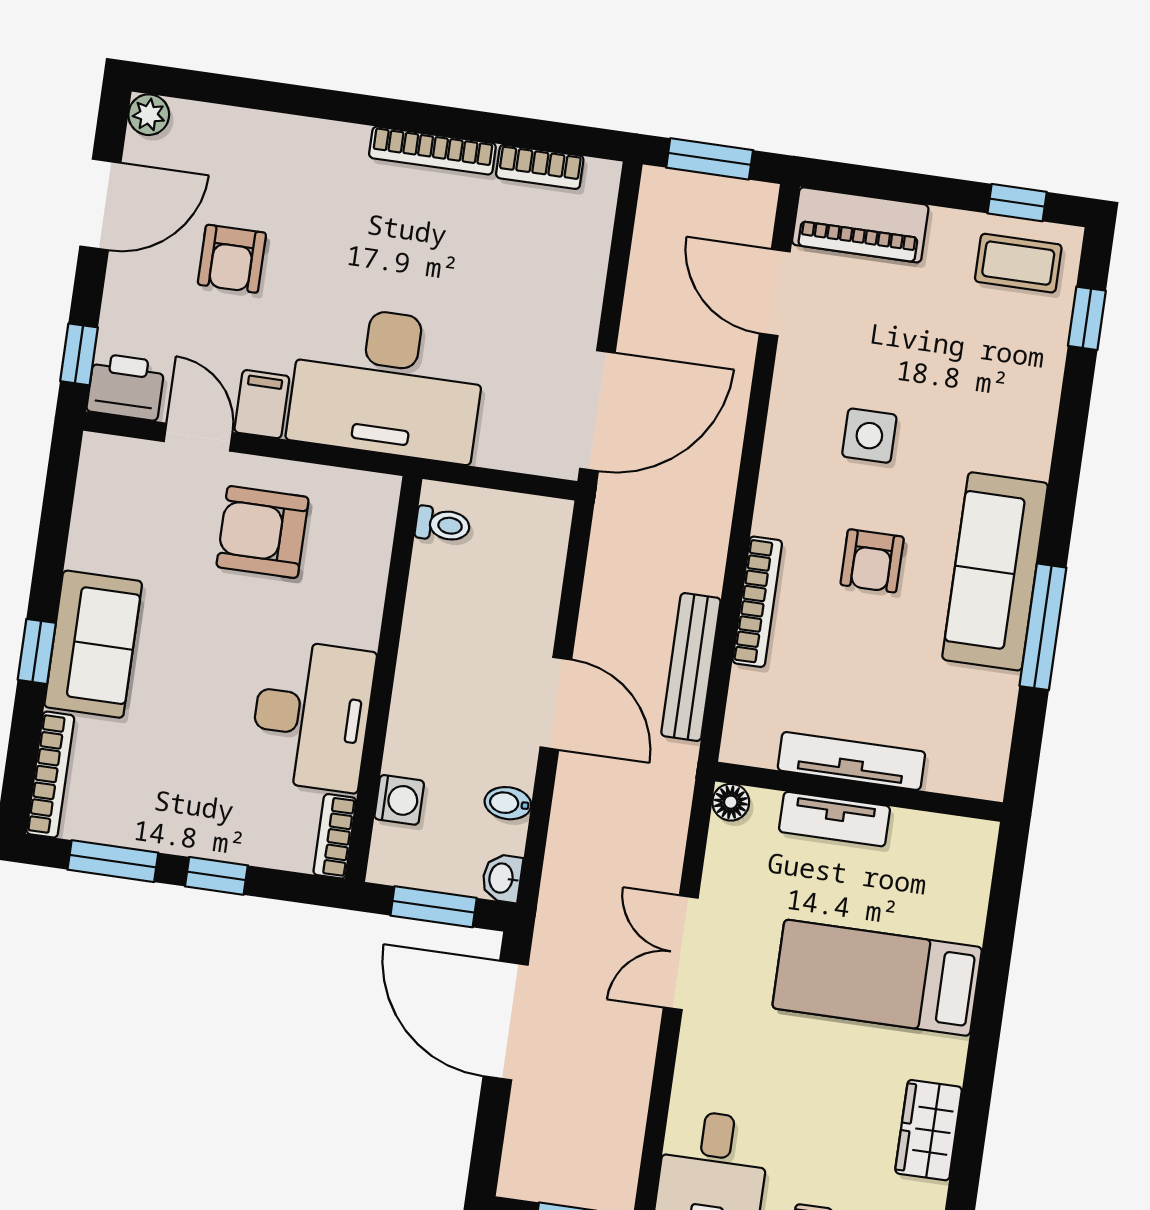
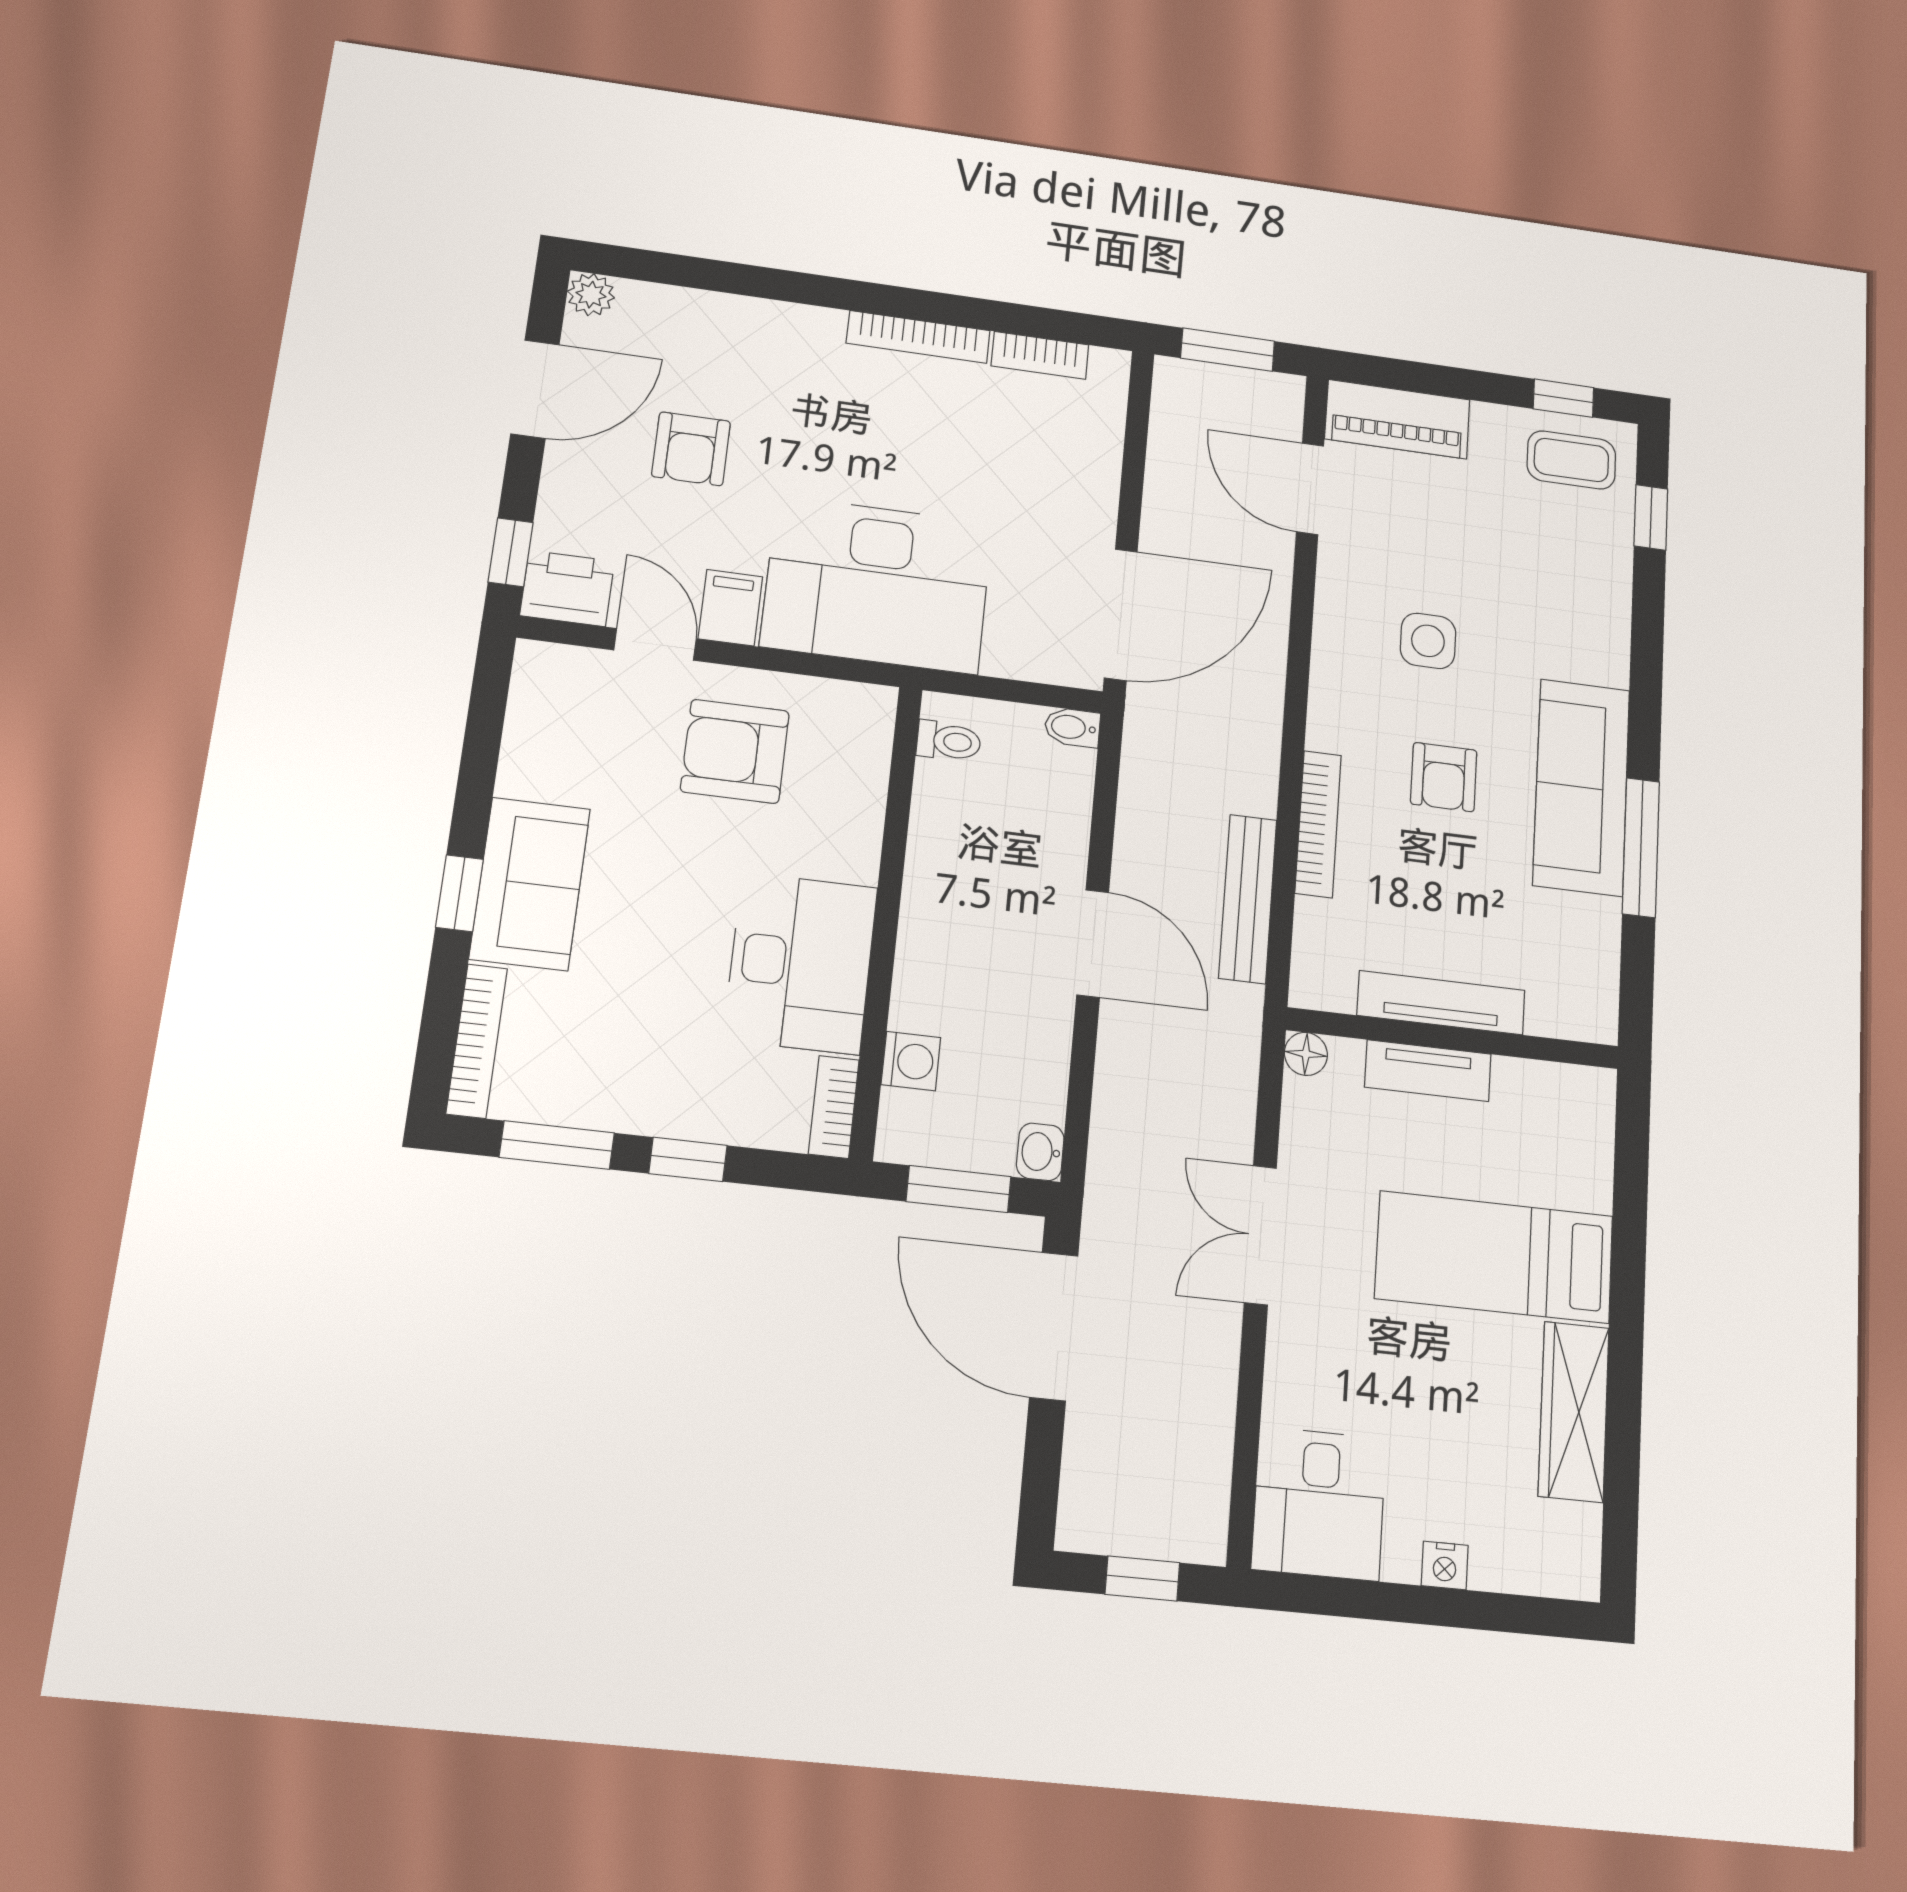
bidet: (508, 803) -> (1072, 727), moved
wardrobe: (929, 1130) -> (1574, 1412), width x1.50

